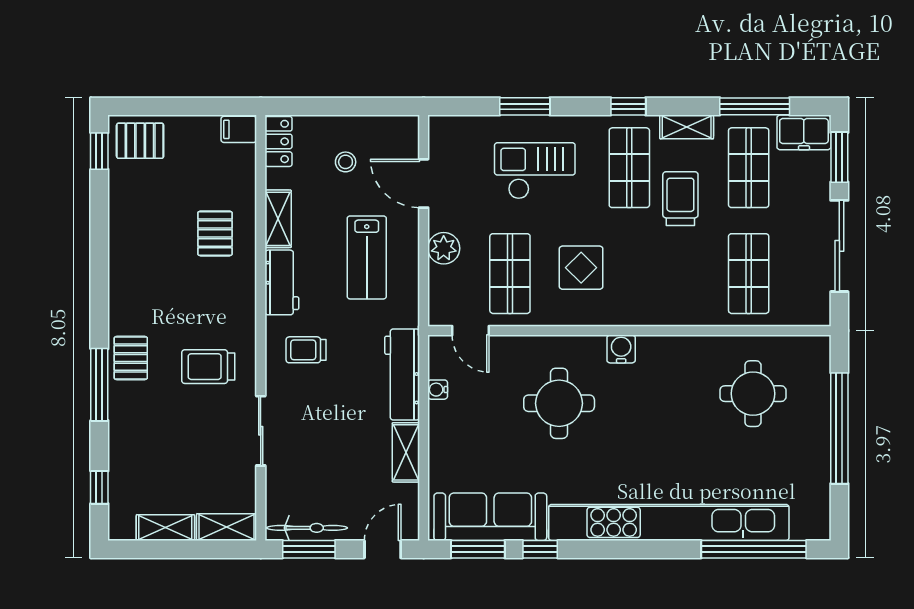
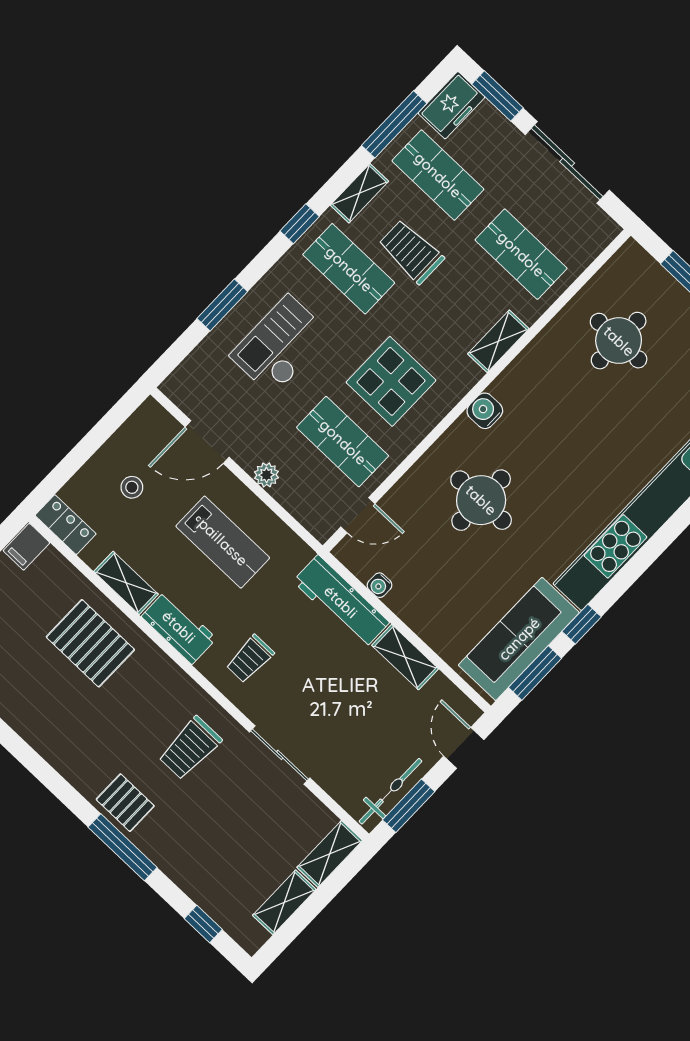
pallet: (215, 233) -> (90, 643), width x1.50, depth x1.42
plant: (444, 248) -> (266, 475), width x0.73, depth x0.73
display table: (581, 268) -> (391, 381), width x1.36, depth x1.36
shelving: (676, 314) -> (498, 341), added

